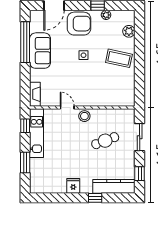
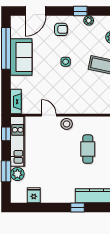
armchair: (79, 24) -> (61, 29), width x0.53, depth x0.53
cafe table: (105, 141) -> (88, 149), turned -69
plant: (36, 165) -> (17, 174), added
fridge: (73, 186) -> (34, 195), moved

